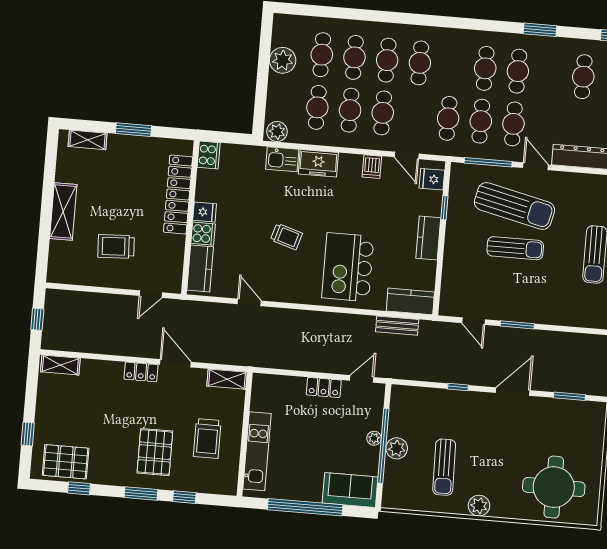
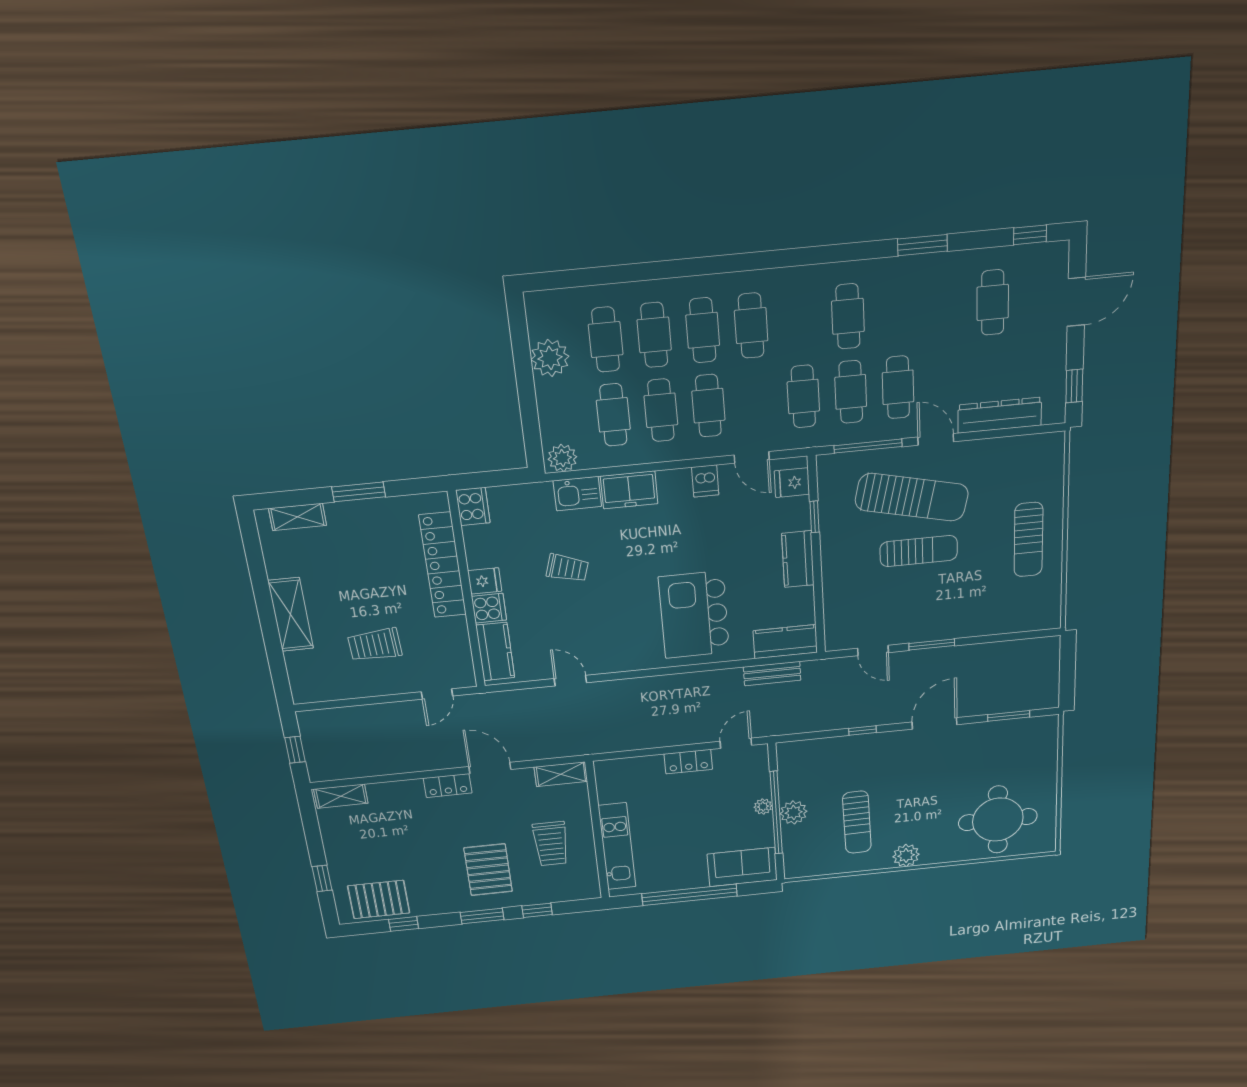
cafe table: (518, 71) -> (896, 312), removed
trolley: (286, 236) -> (567, 568), moved

